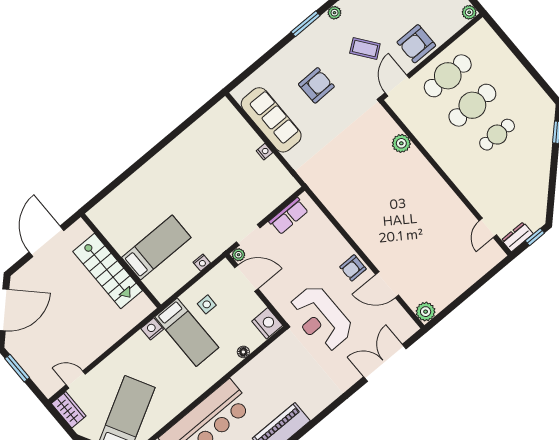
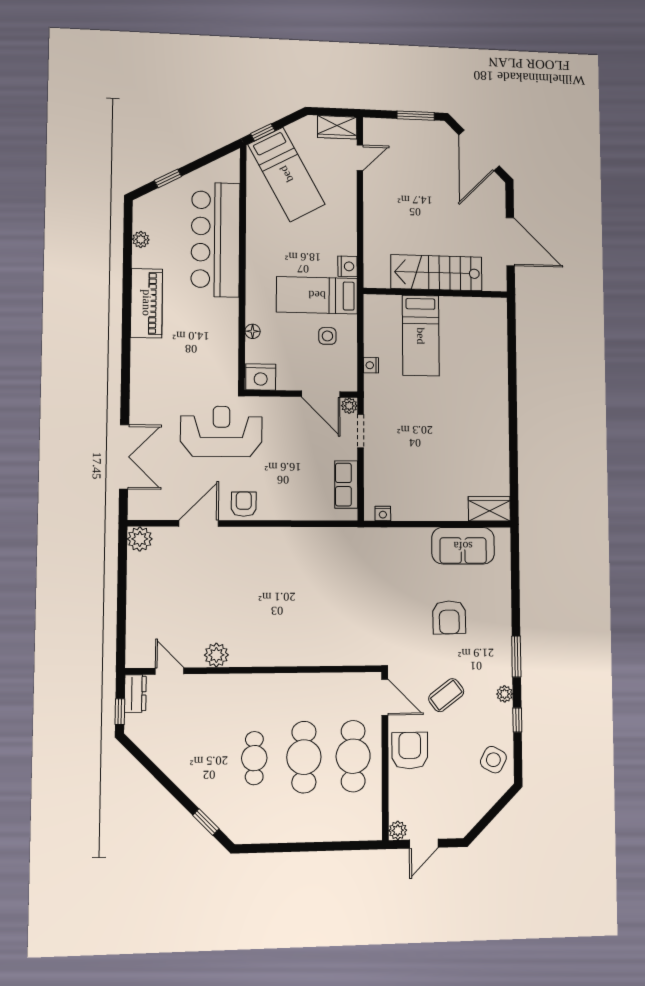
wardrobe: (229, 115) -> (489, 509), added
sofa: (271, 120) -> (463, 546), width x0.73
plant: (401, 143) -> (216, 655), moved
nightstand: (264, 152) -> (383, 513), moved
door: (246, 278) -> (321, 394), hinge flipped

